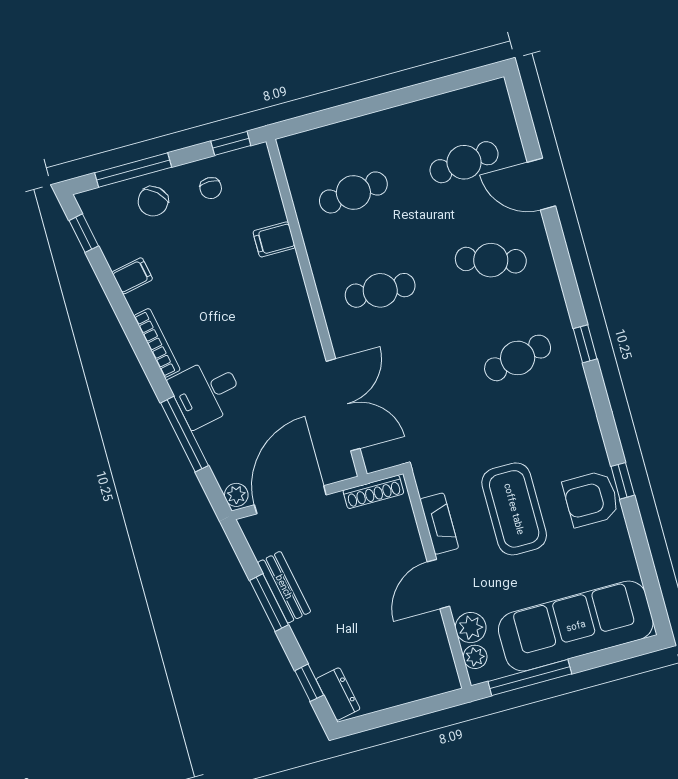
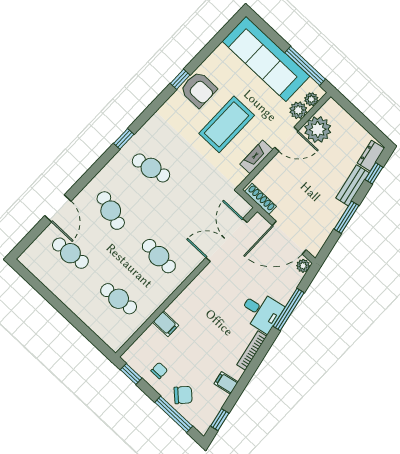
bench: (284, 587) -> (353, 185), moved
plant: (425, 639) -> (318, 129), added

